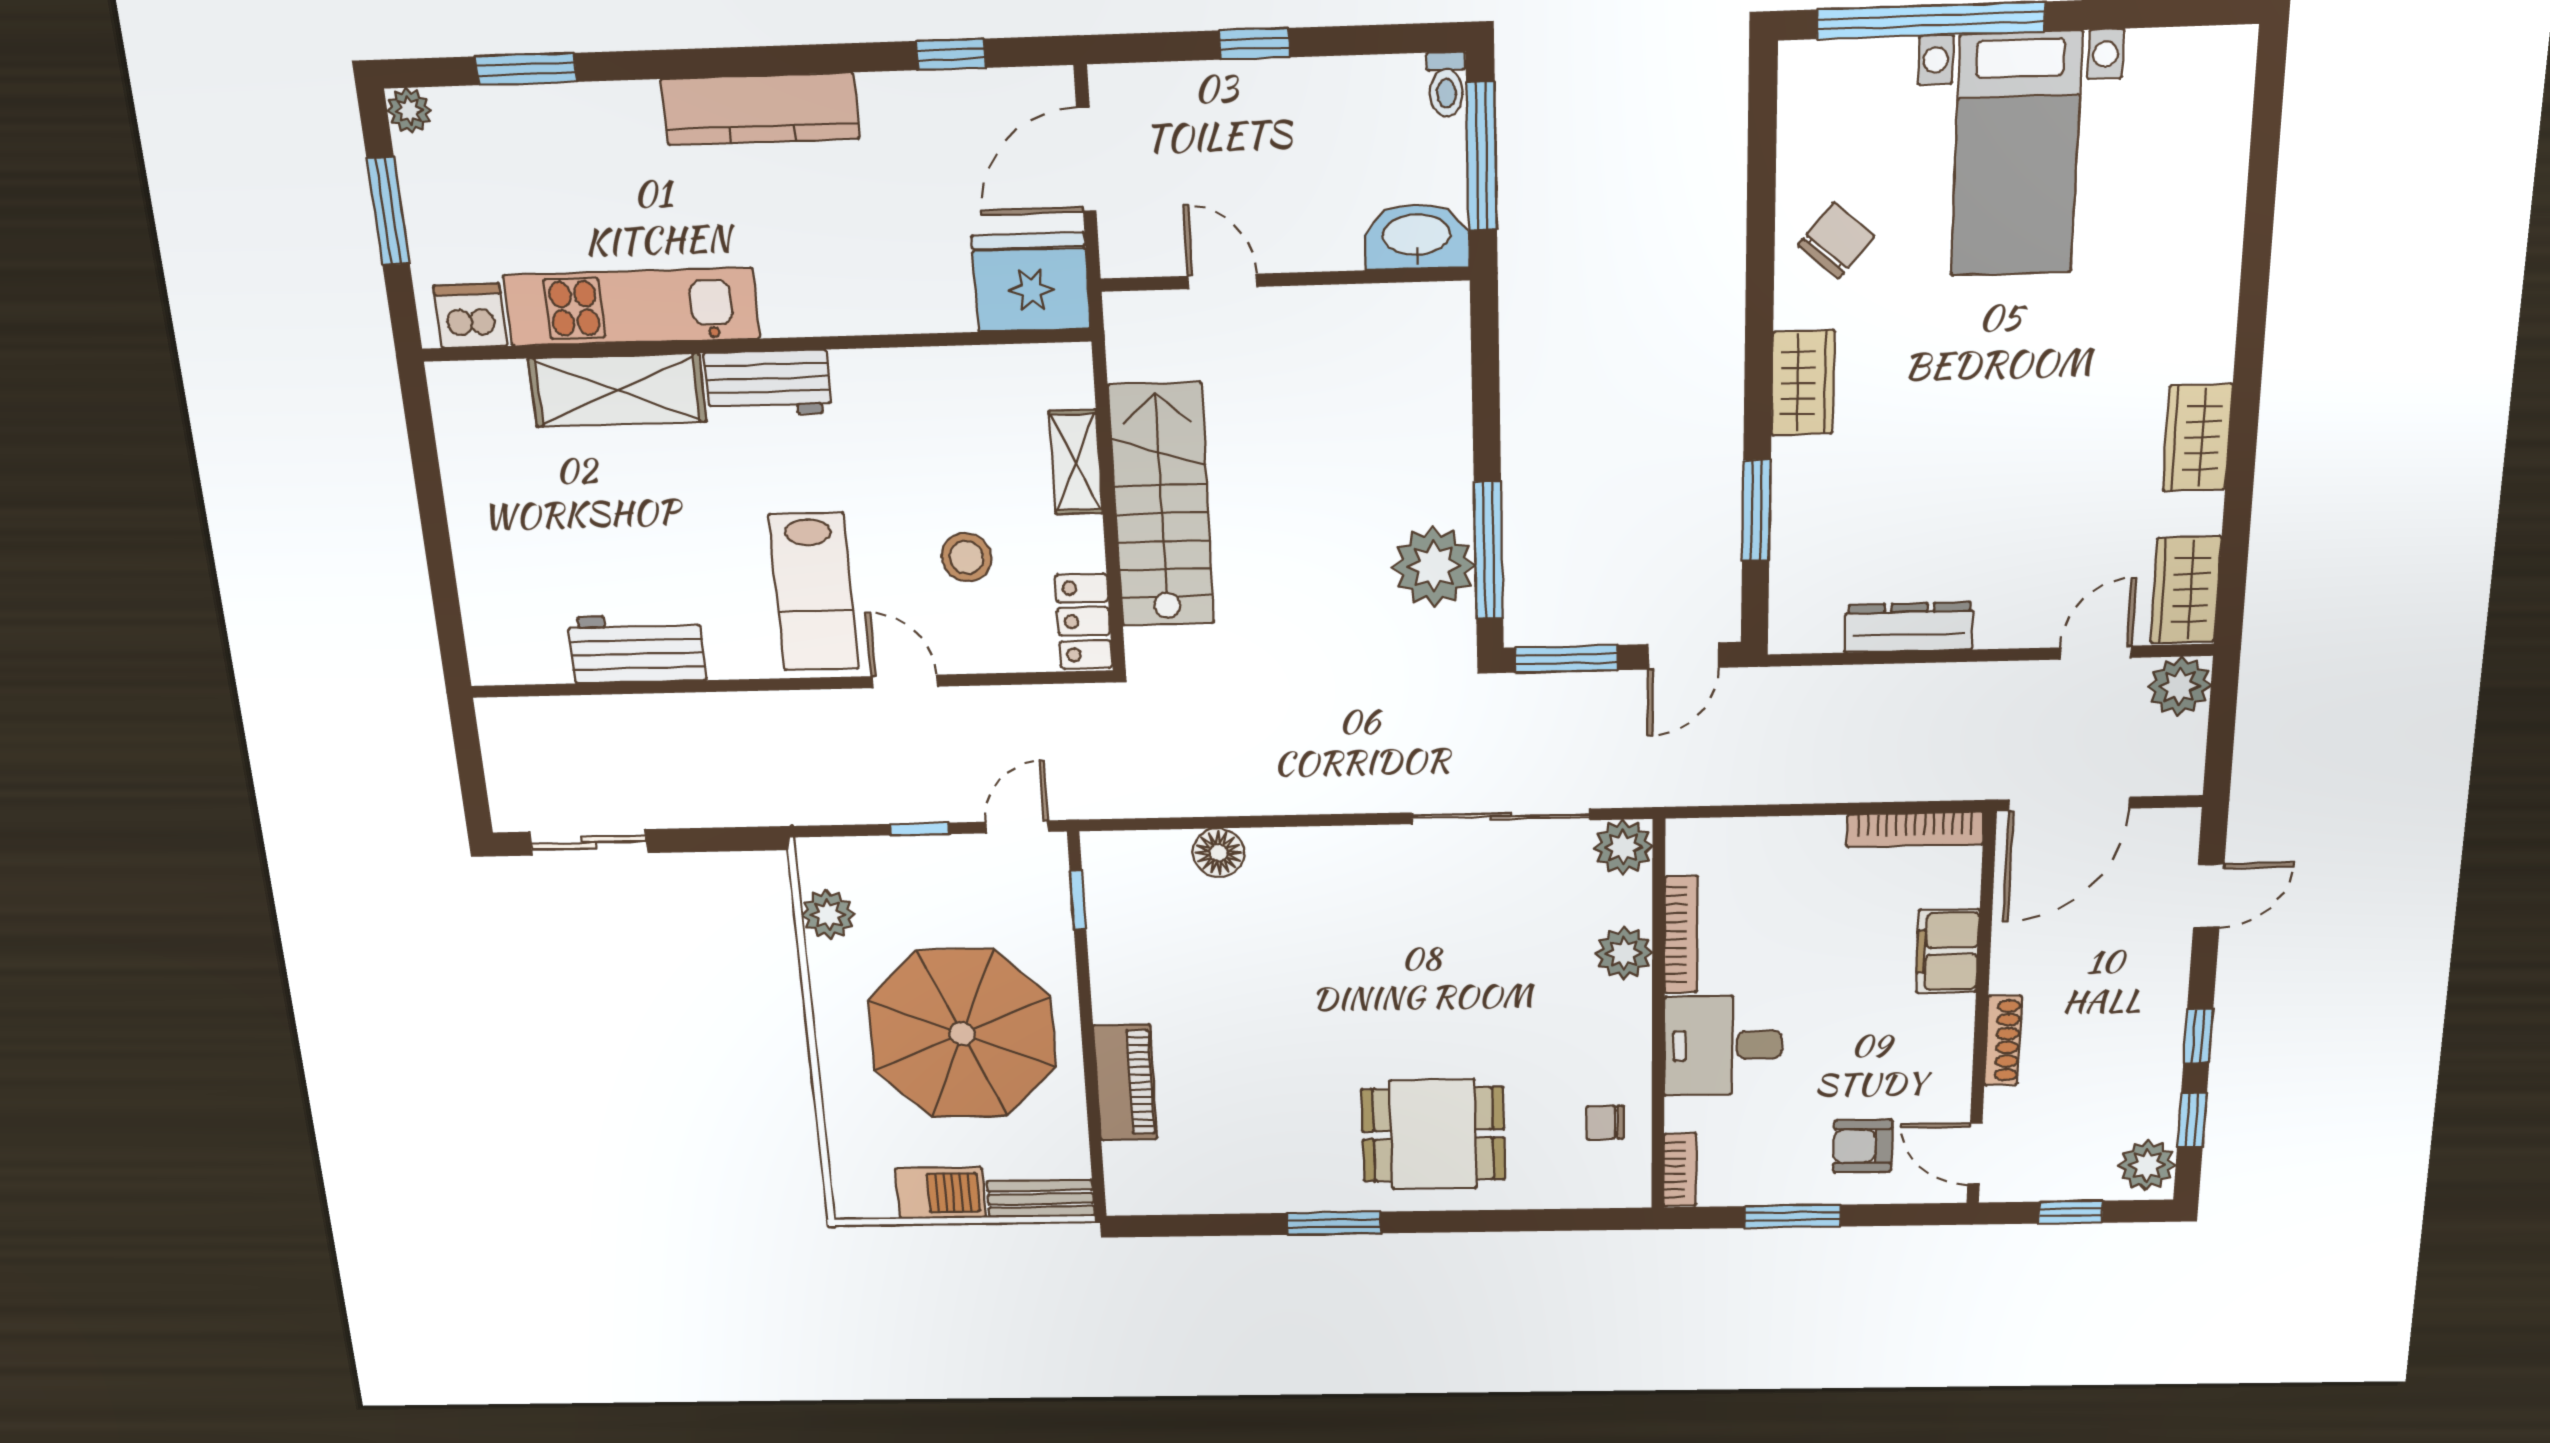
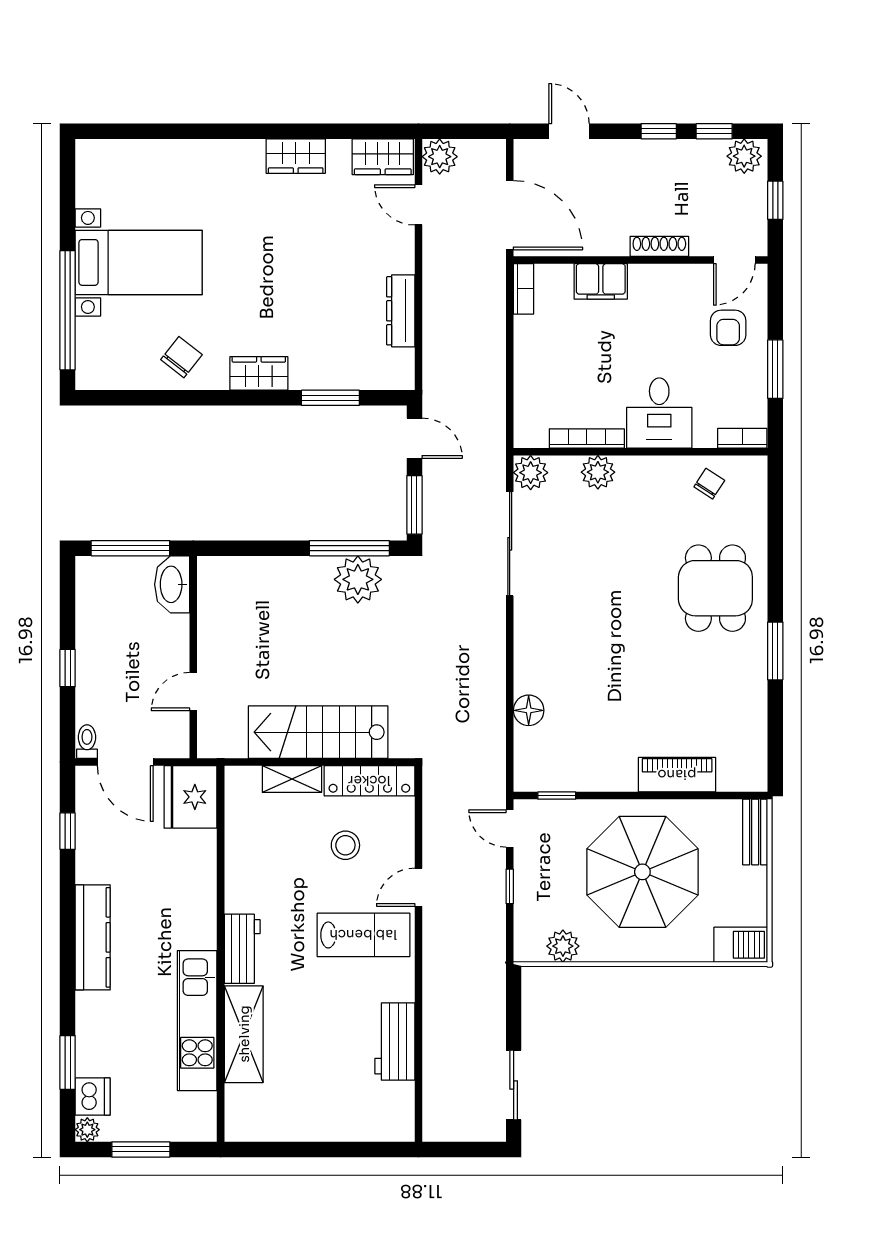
toilet: (1446, 84) -> (87, 742), moved, turned -90
chair: (1836, 241) -> (181, 357), turned 88
dishwasher: (471, 316) -> (93, 1097), moved, turned 180
locker: (1084, 621) -> (369, 781), width x1.53
bookcase: (1915, 830) -> (523, 289), width x0.64
chair: (1605, 1122) -> (709, 484), turned -147
barbecue: (941, 1193) -> (741, 945), moved, turned 90

